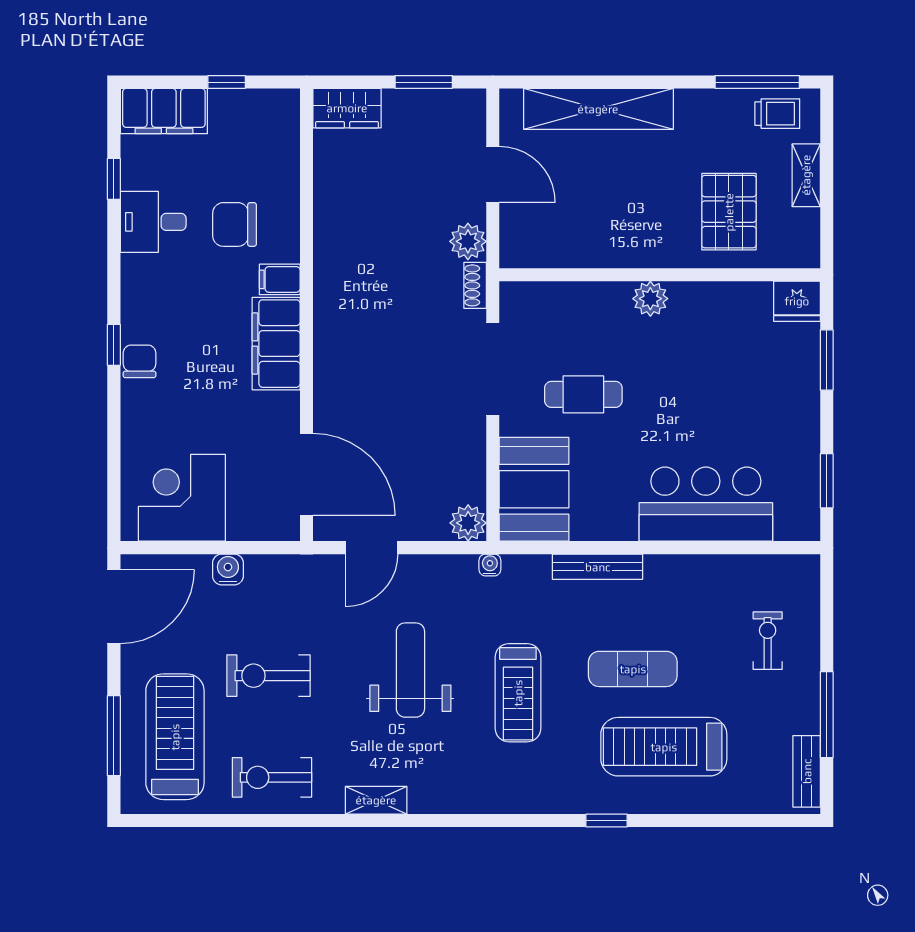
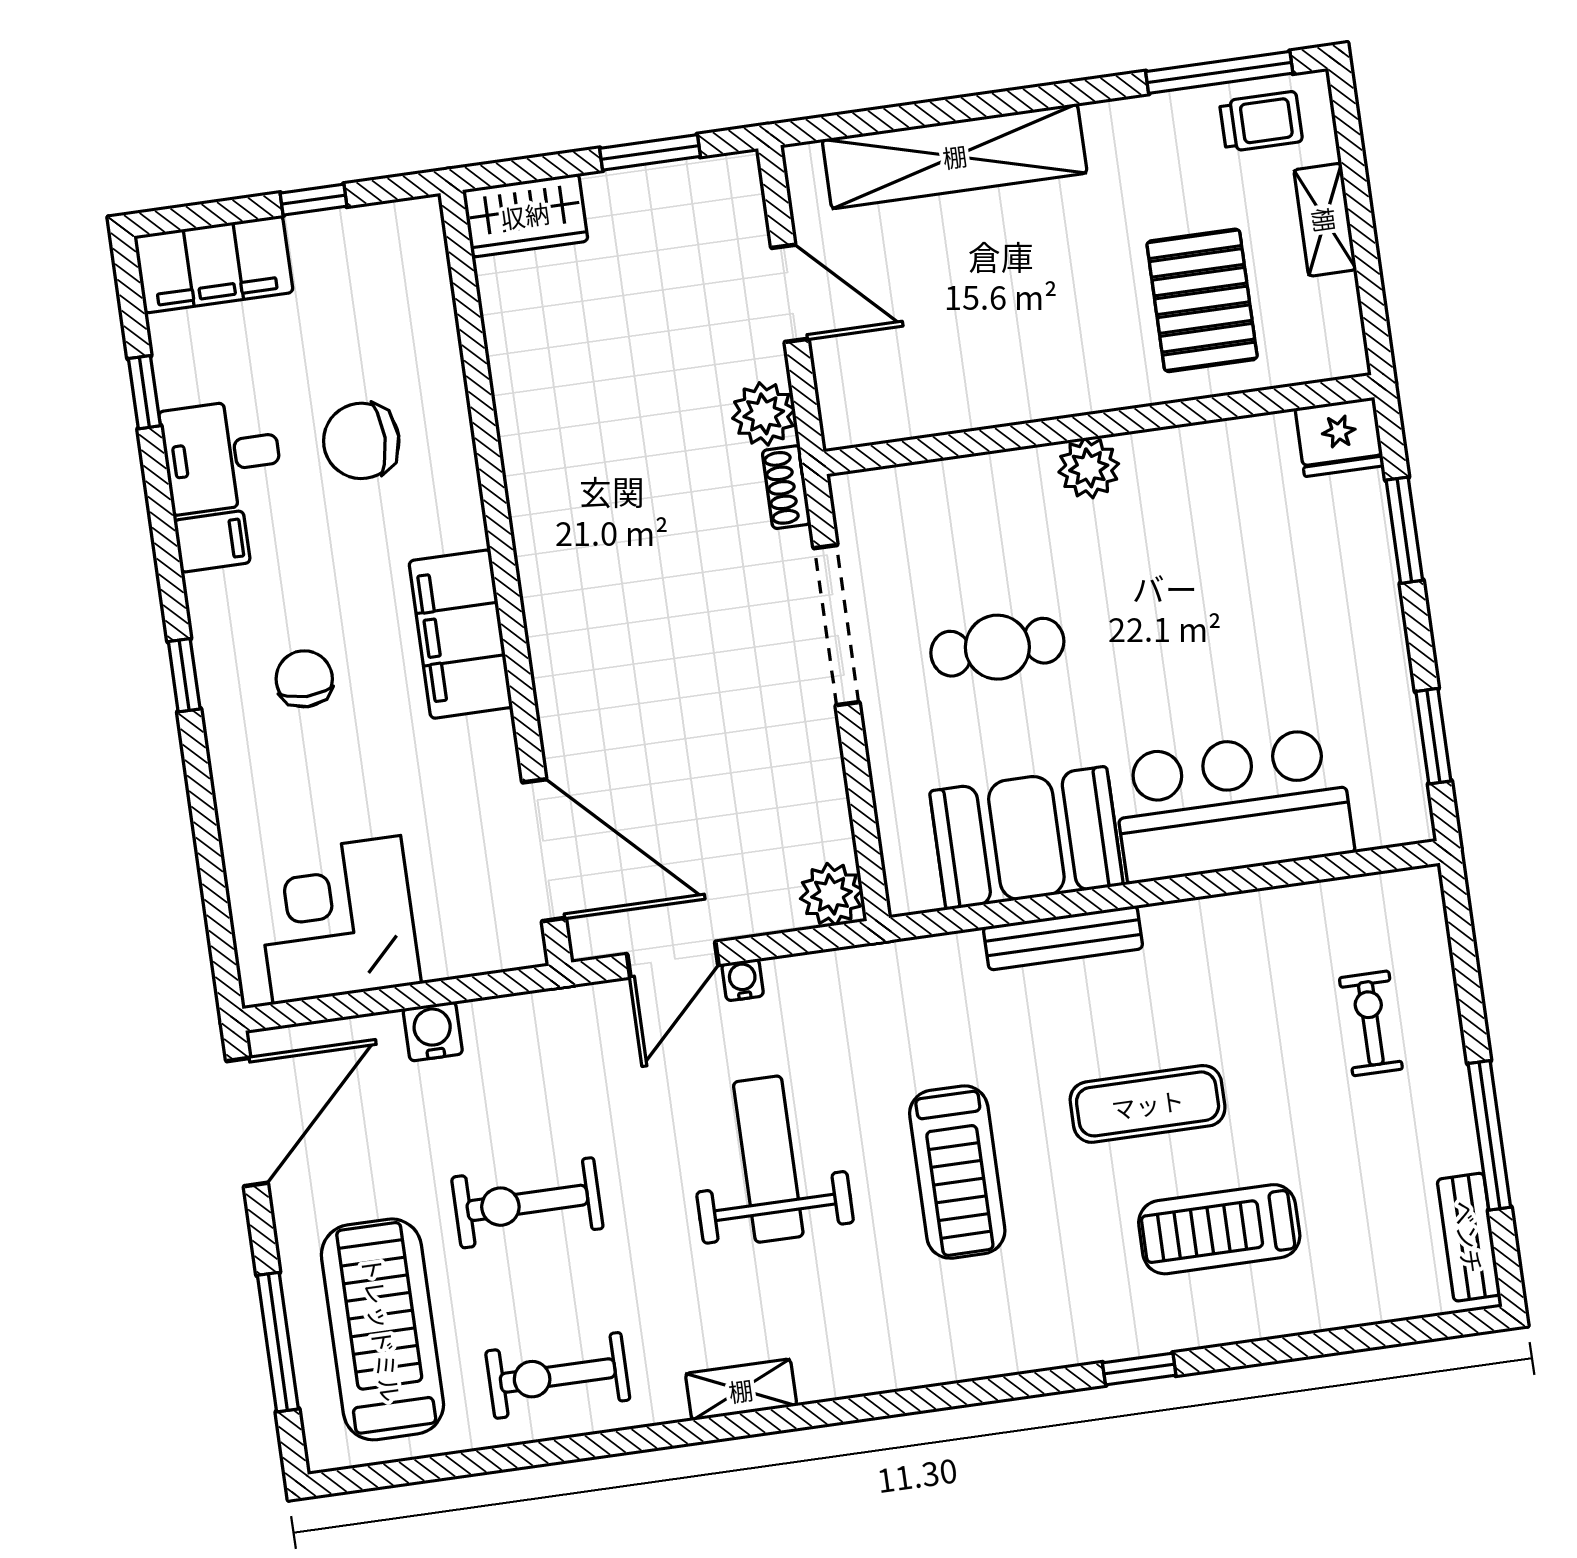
filing cabinet: (280, 279) -> (212, 542), moved, turned 180
chair: (140, 361) -> (304, 679), moved
booth: (534, 489) -> (1026, 838), moved, turned 90
water cooler: (490, 565) -> (743, 980), moved
treadmill: (664, 747) -> (1219, 1229), width x0.73, depth x0.73

